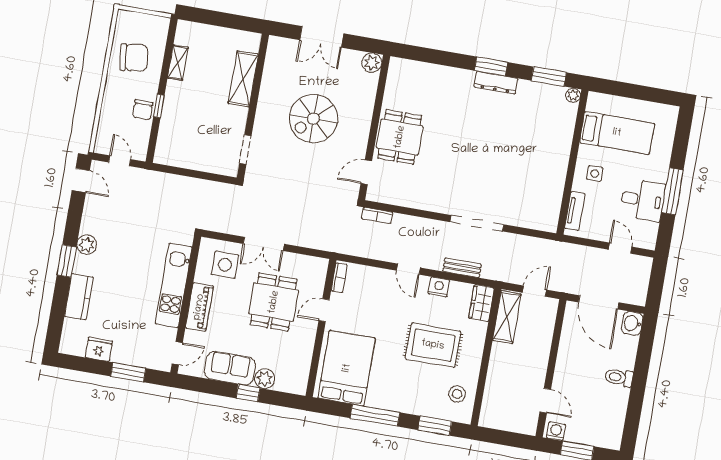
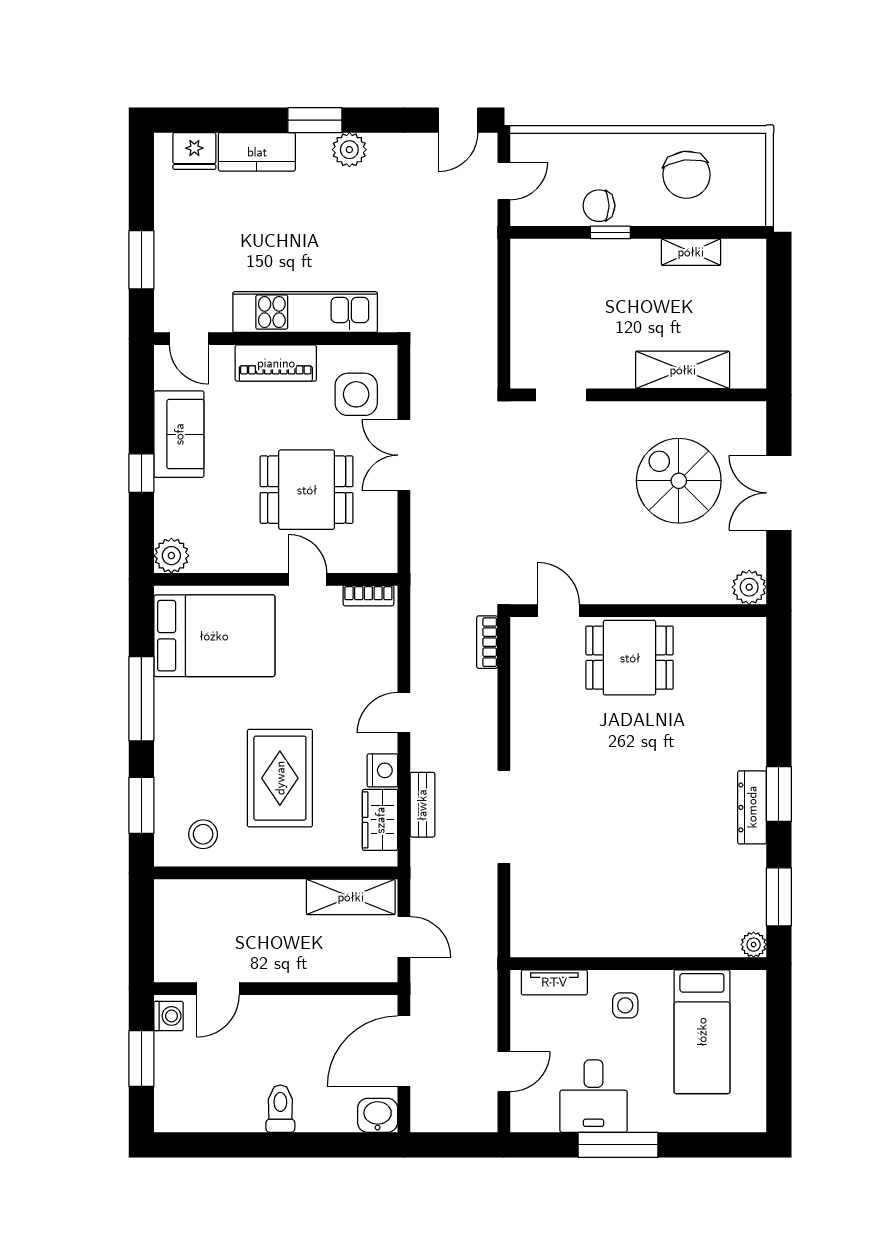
spiral stairs: (313, 119) -> (679, 481), moved
wardrobe: (482, 303) -> (380, 820), moved, turned -90
fridge: (99, 349) -> (194, 151), moved, turned 90
plant: (265, 379) -> (171, 556), moved

